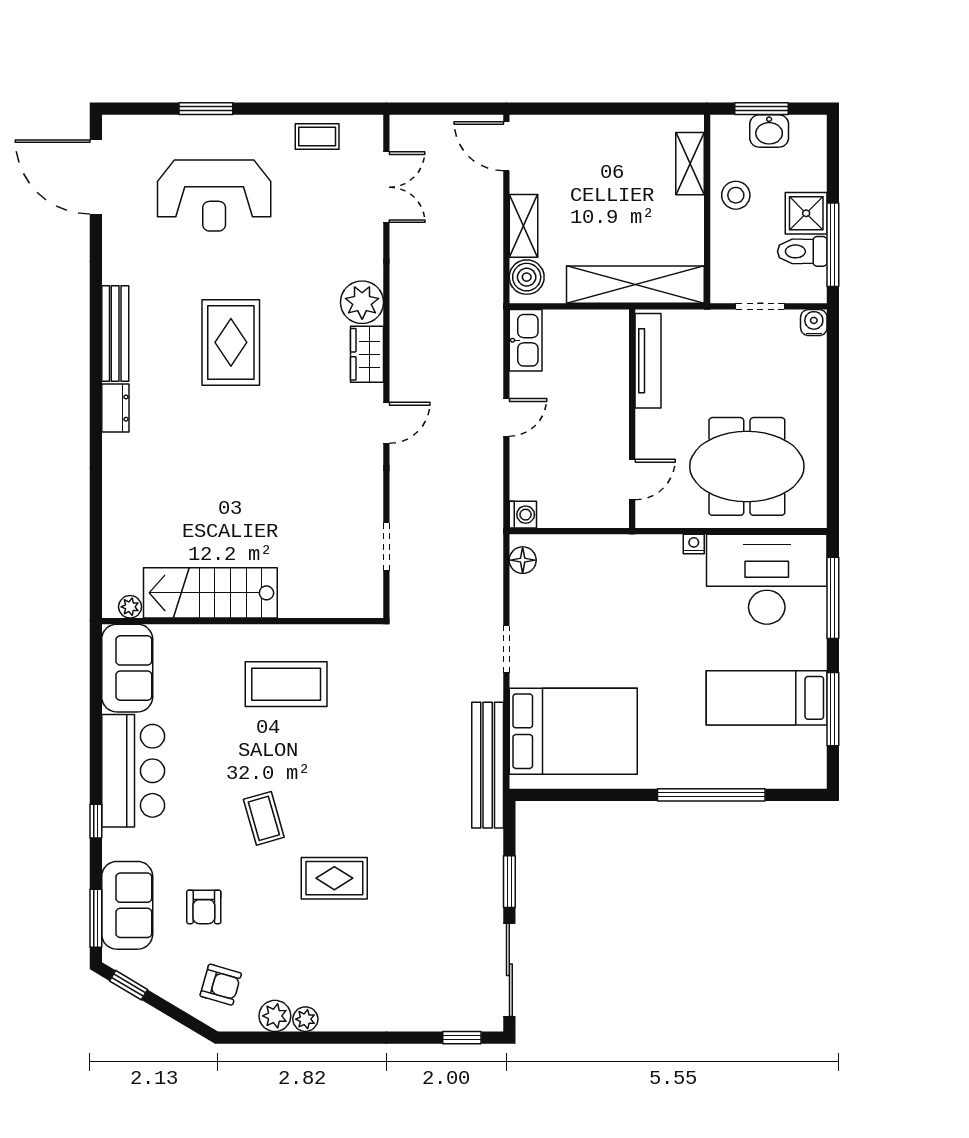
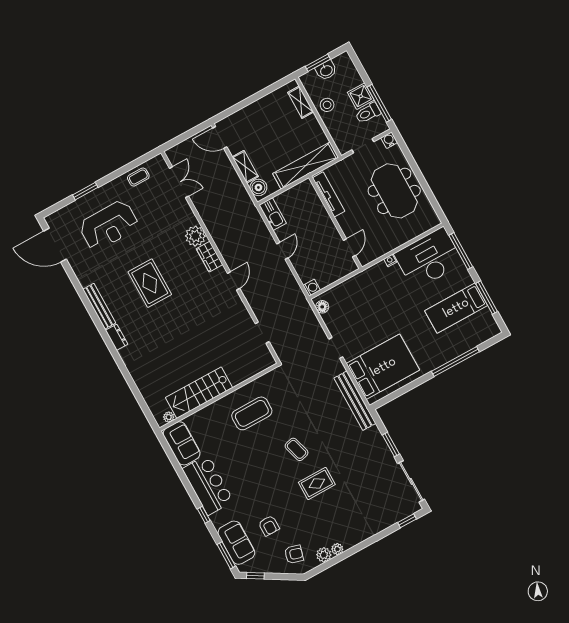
meeting table: (747, 466) -> (394, 191), moved, turned 90
coffee table: (264, 818) -> (296, 449), moved

